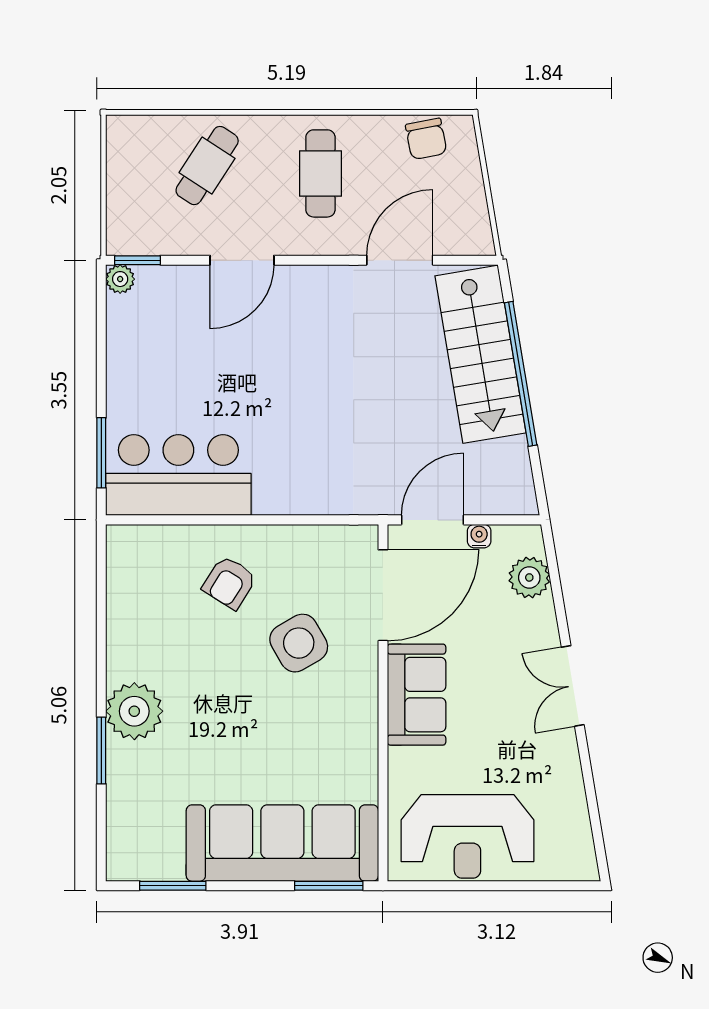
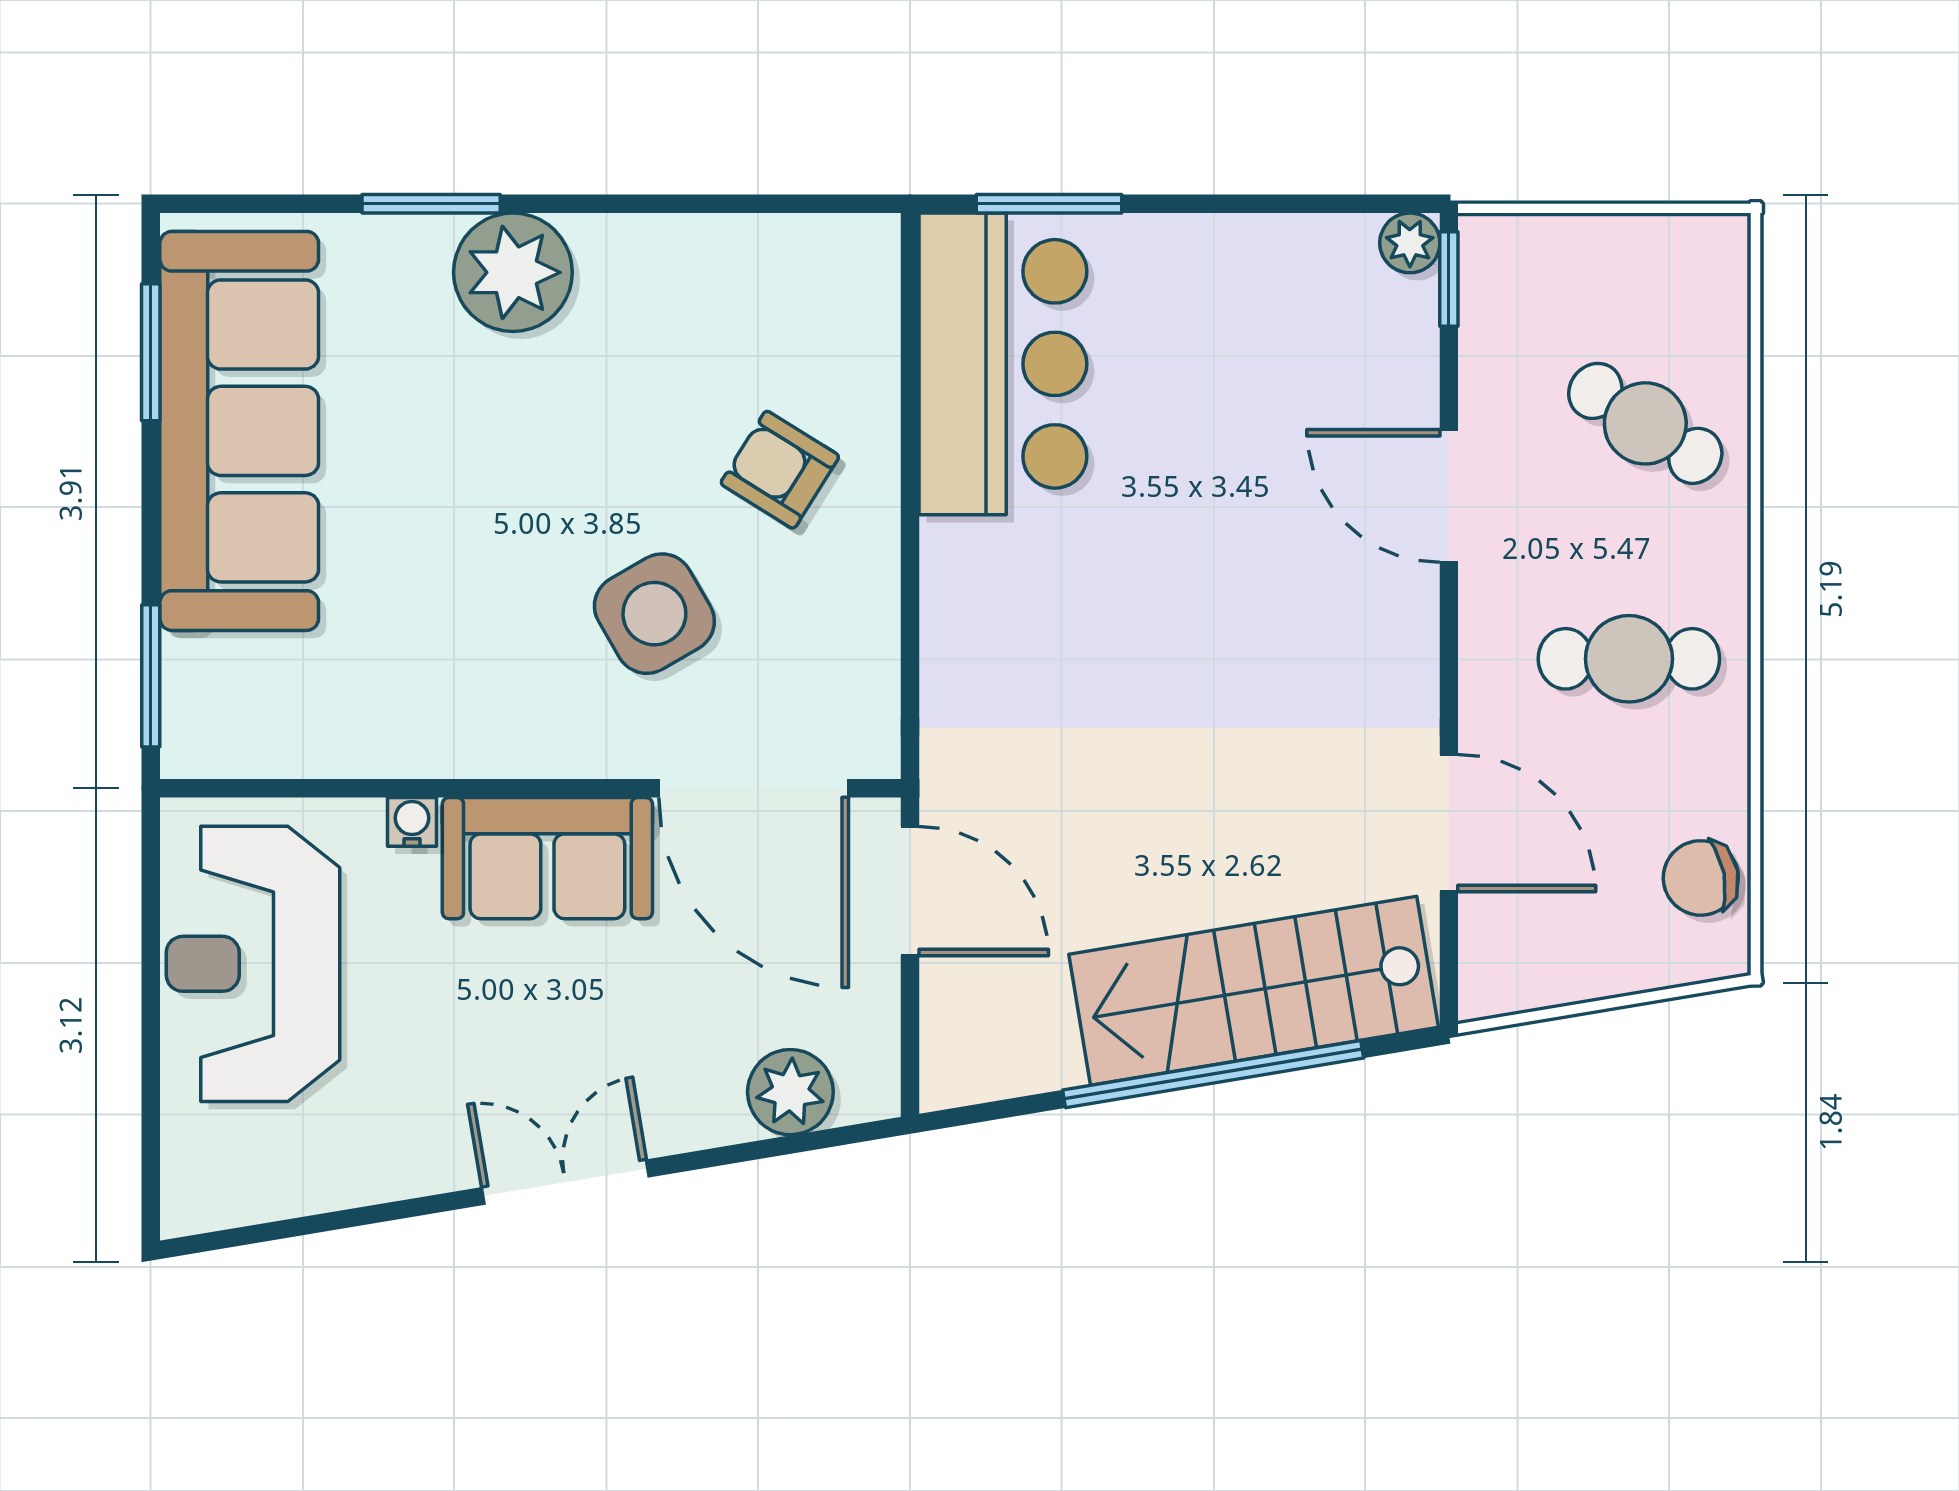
water cooler: (479, 536) -> (412, 822), moved, turned -90
sofa: (282, 843) -> (239, 431), moved

